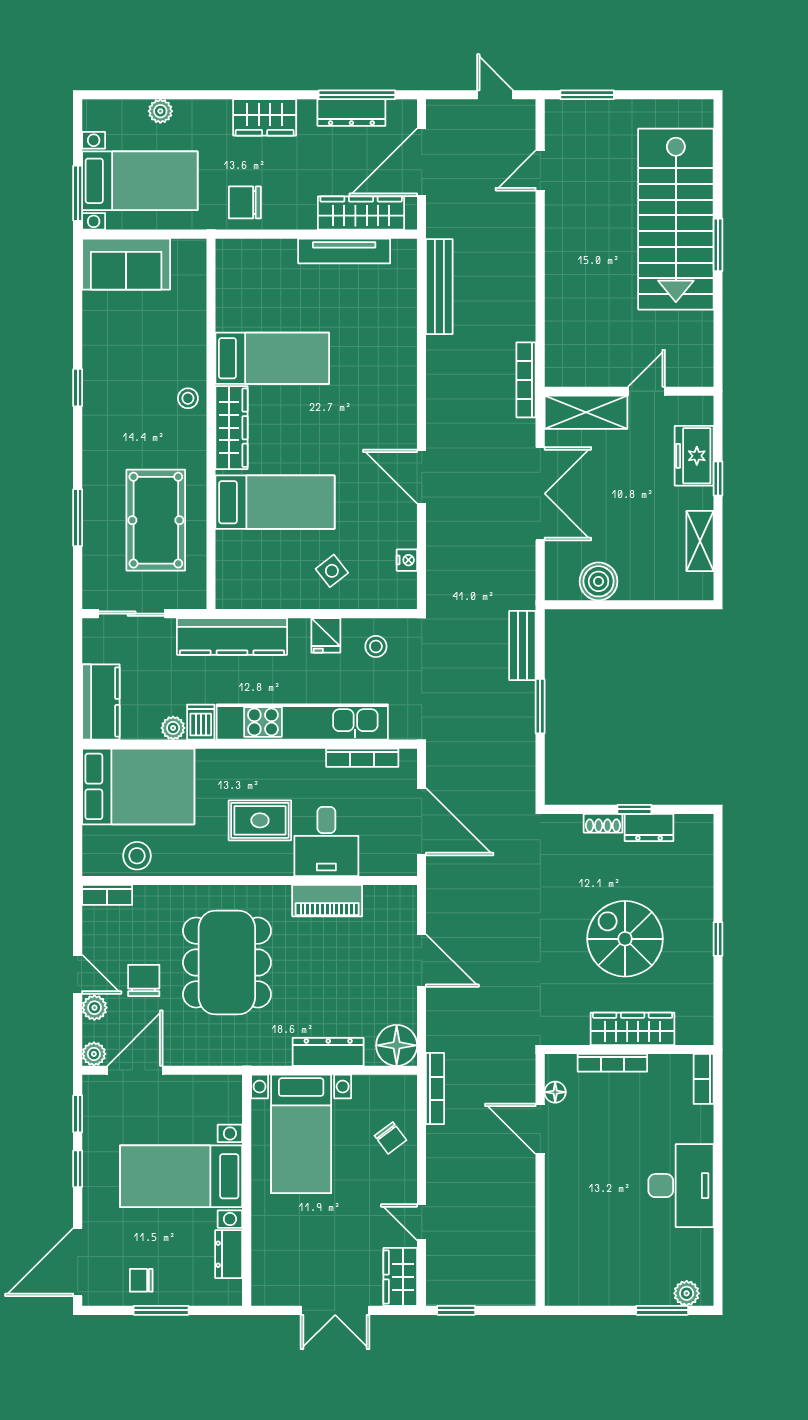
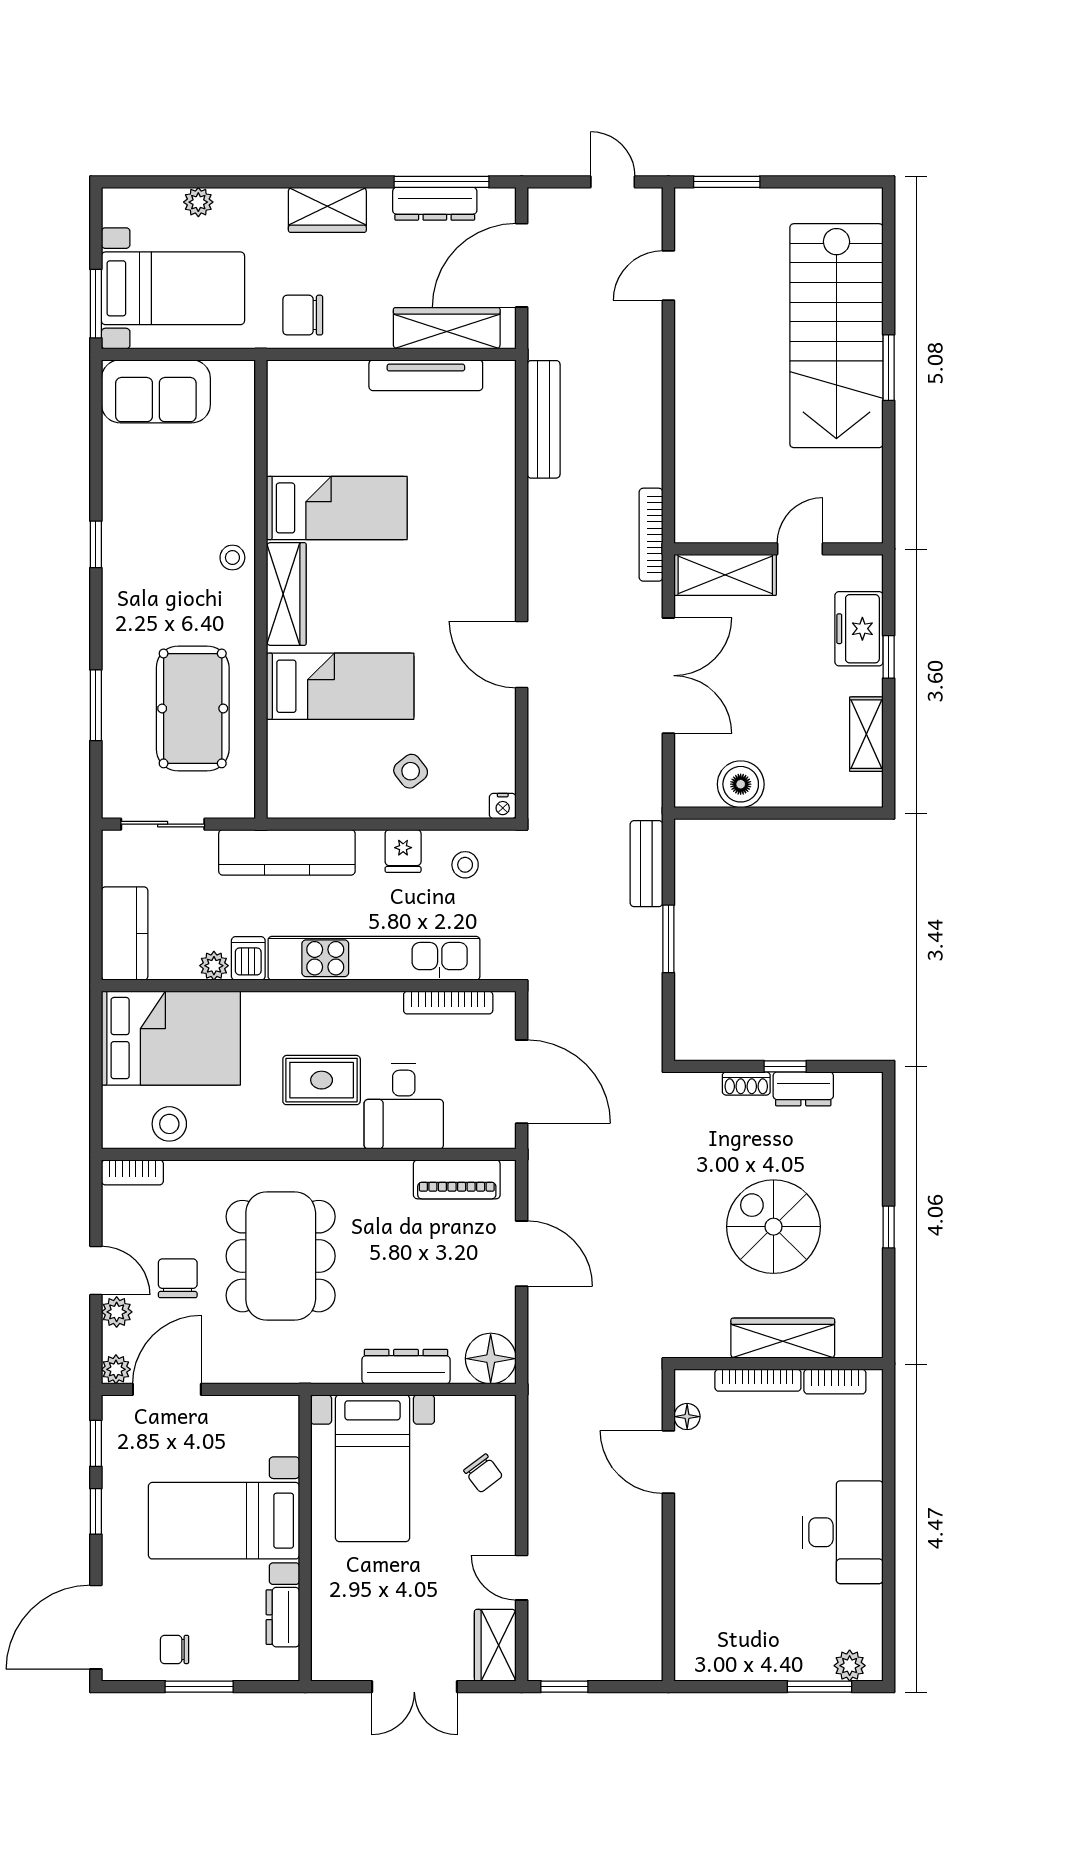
nightstand: (407, 560) -> (503, 806), moved, turned 90
piano: (327, 901) -> (457, 1179), moved
bookcase: (704, 1079) -> (835, 1382), moved, turned -90
bookcase: (435, 1088) -> (538, 1412), removed

